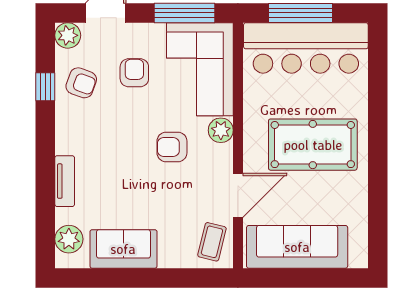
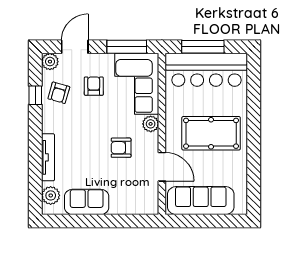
armchair: (81, 83) -> (59, 93), turned 86
armchair: (172, 147) -> (121, 148), moved
tv unit: (65, 181) -> (48, 157), width x1.41
door: (238, 195) -> (162, 167), hinge flipped
coffee table: (212, 242) -> (145, 197), removed

